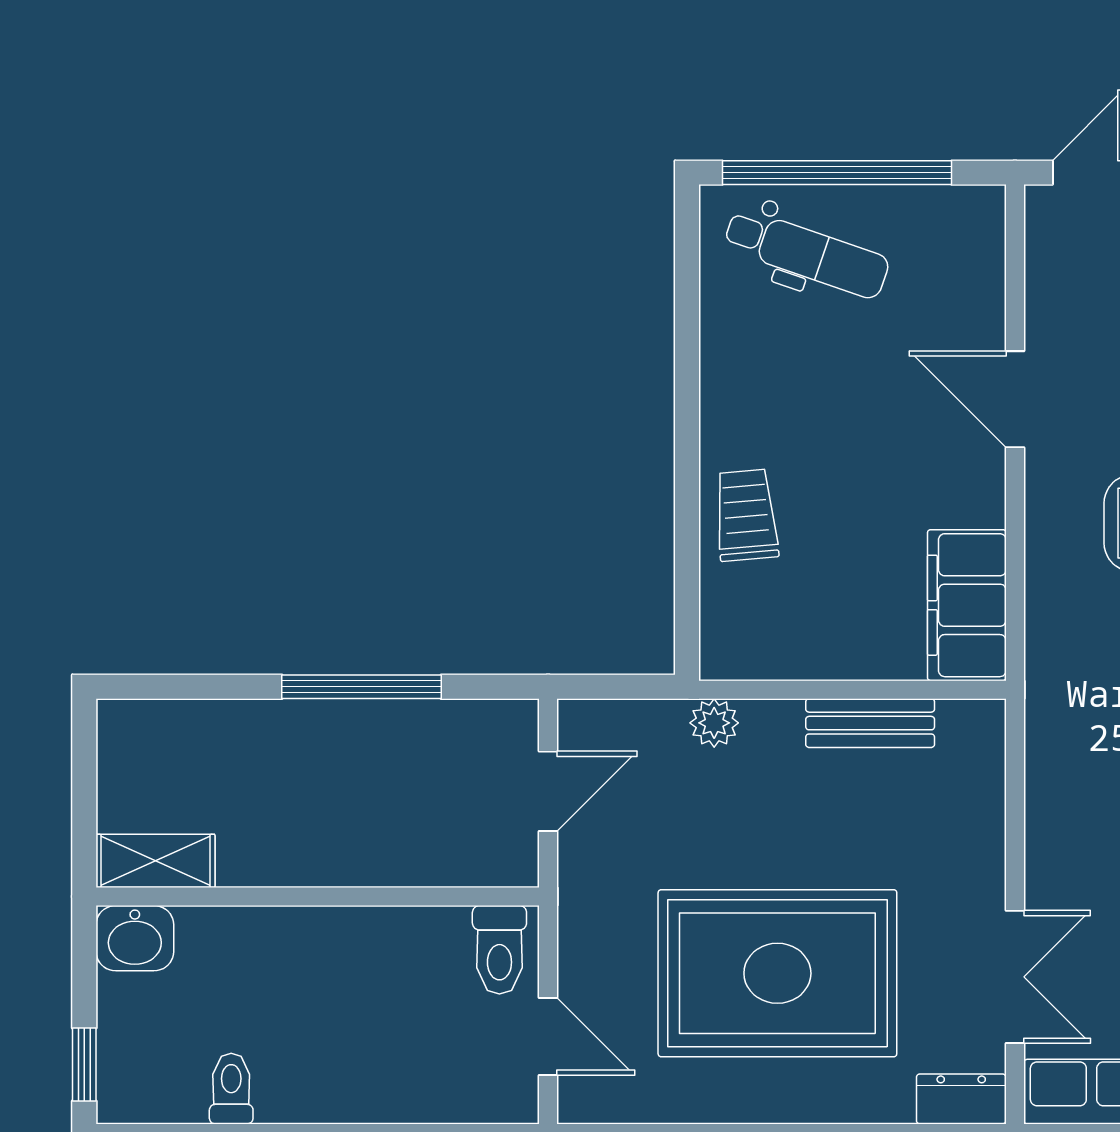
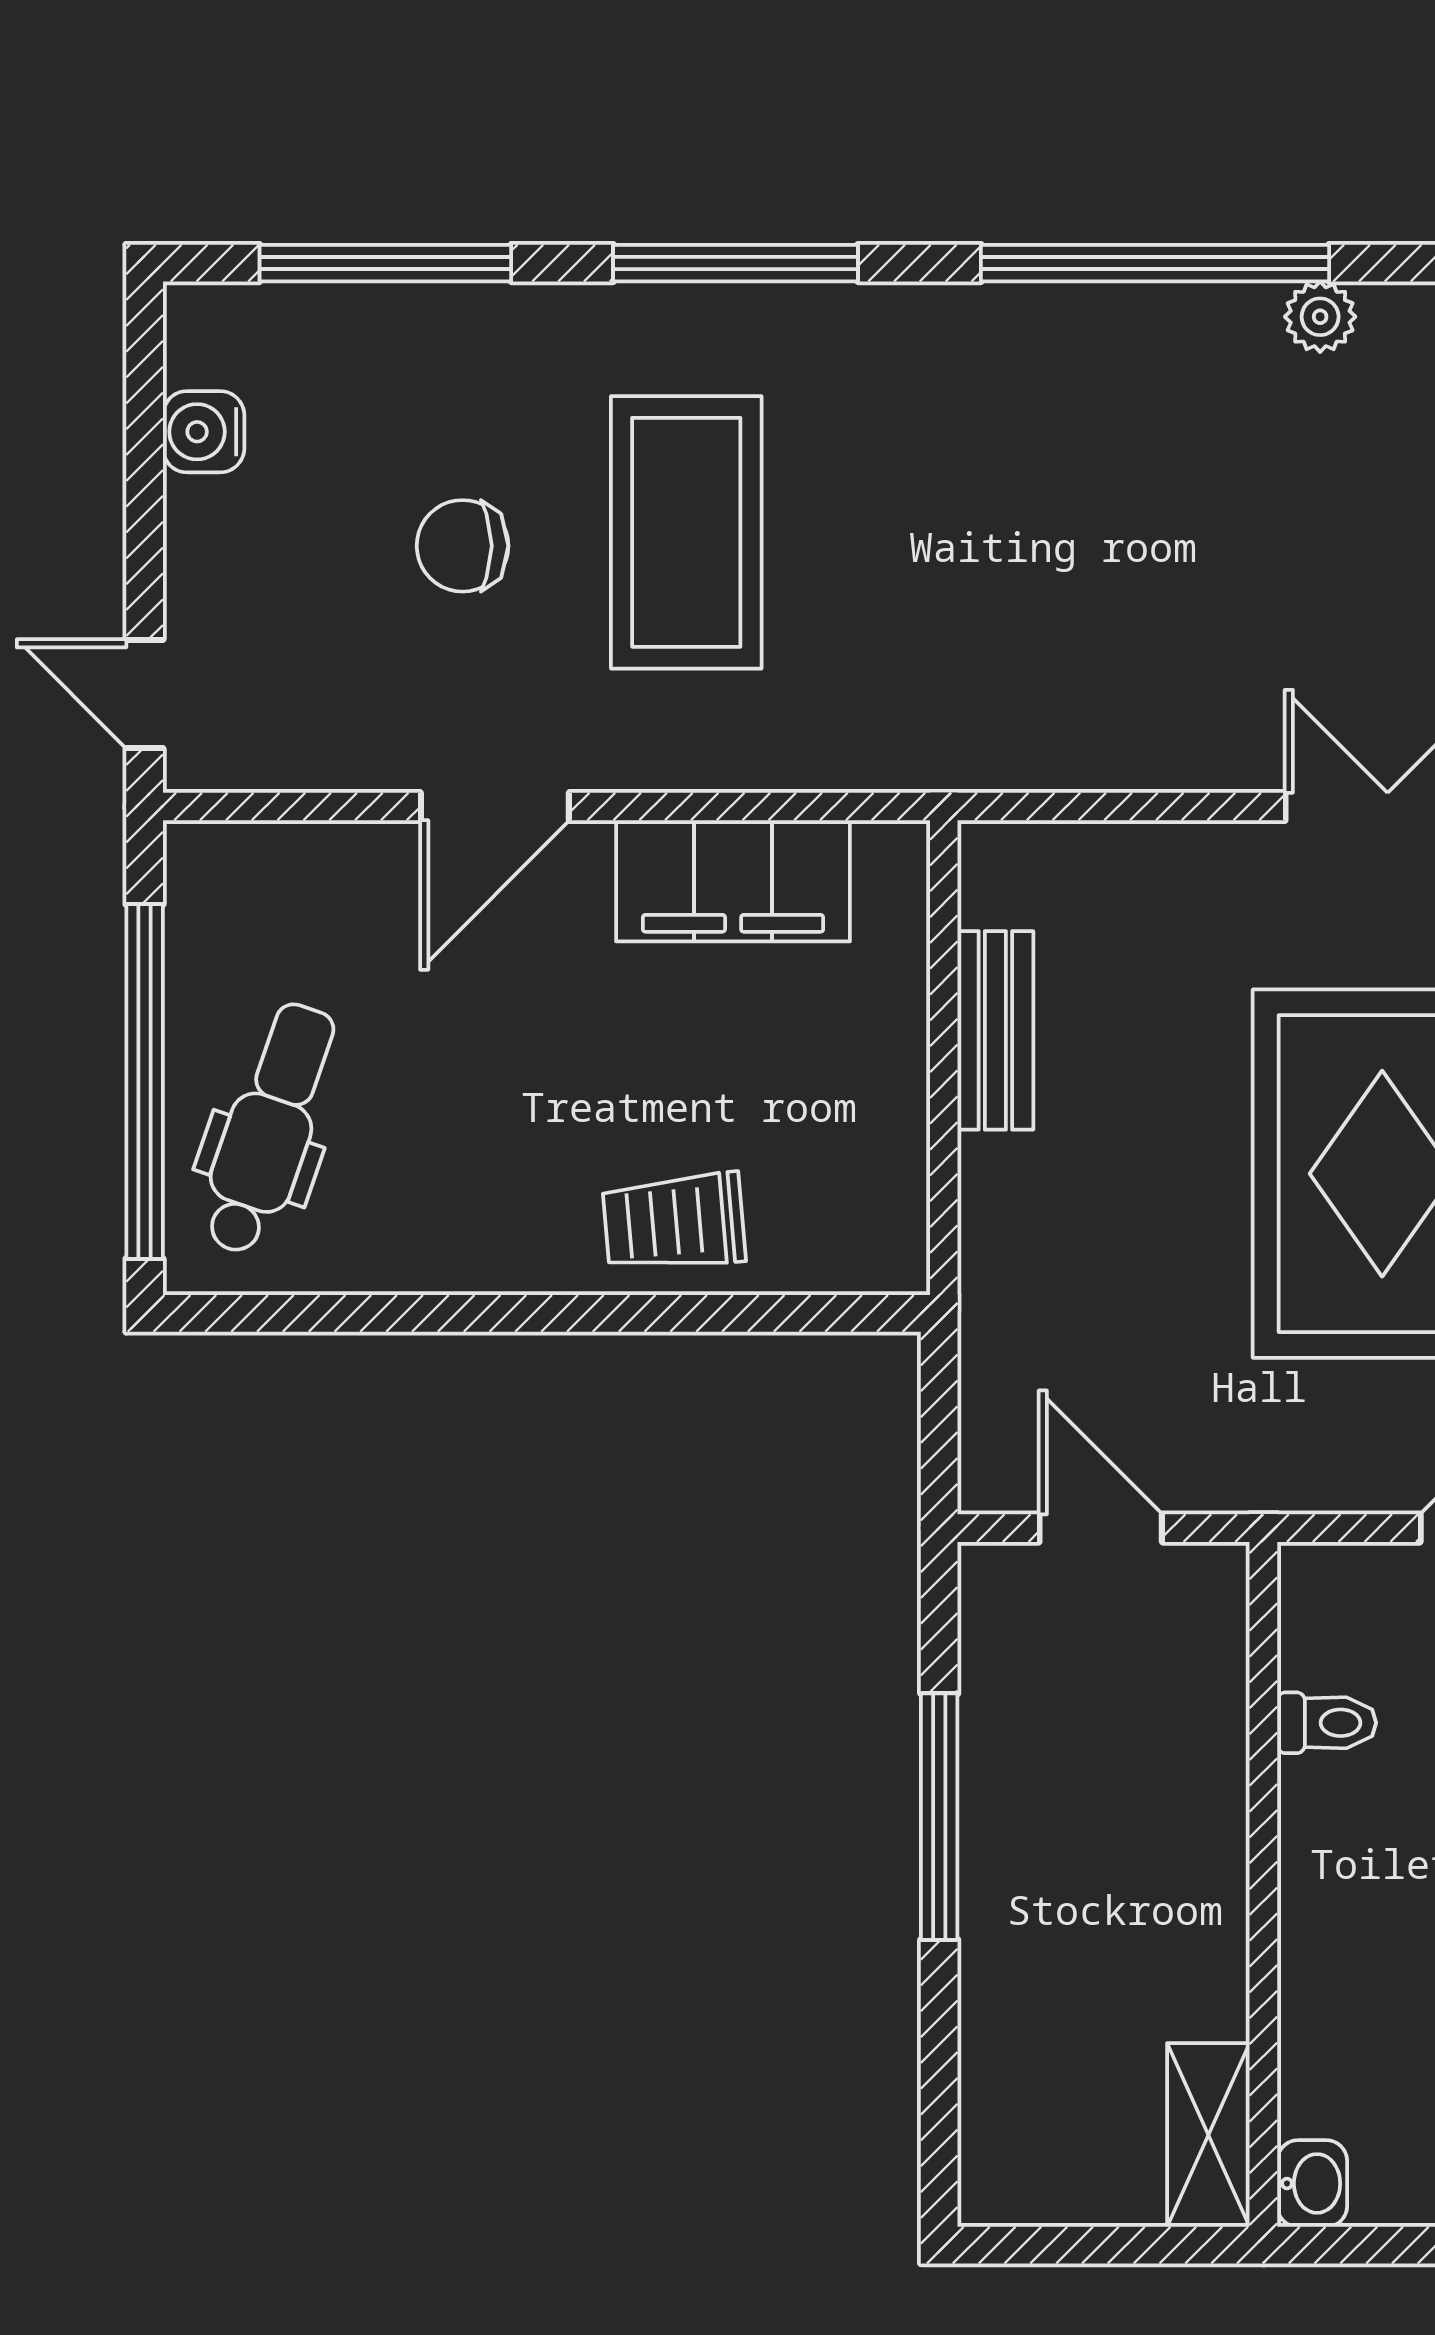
filing cabinet: (967, 605) -> (733, 881), moved
plant: (714, 723) -> (995, 1271), removed
washbasin: (135, 938) -> (1312, 2183), width x0.72, depth x0.69
toilet: (499, 950) -> (1327, 1723), moved, width x0.73, depth x0.72

